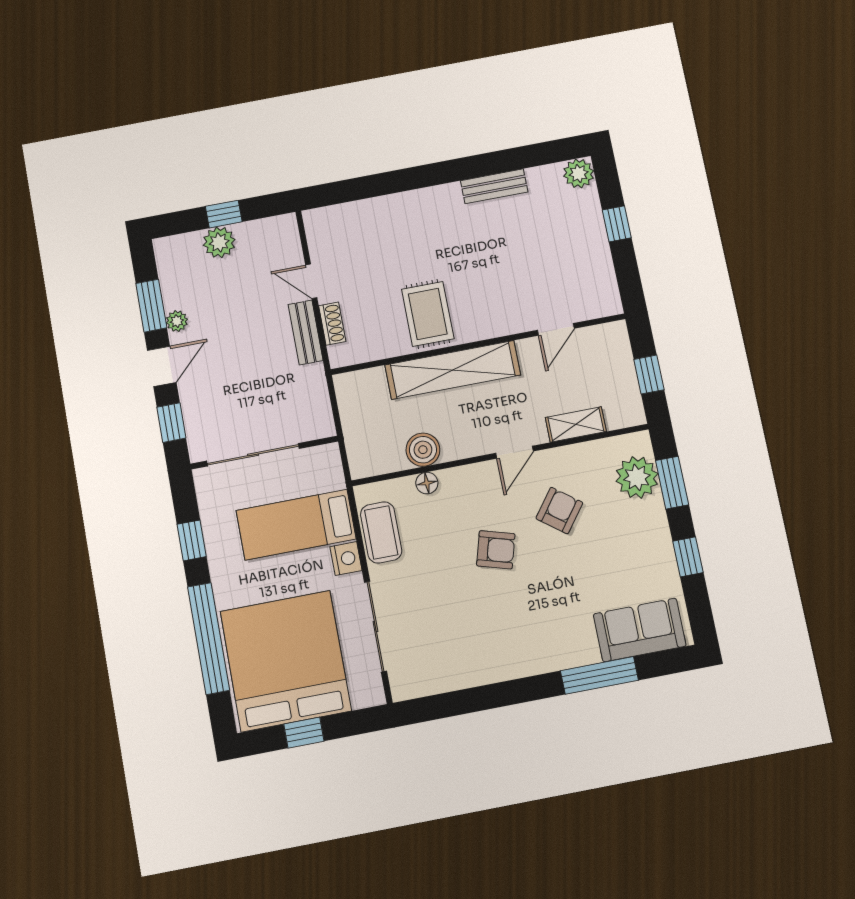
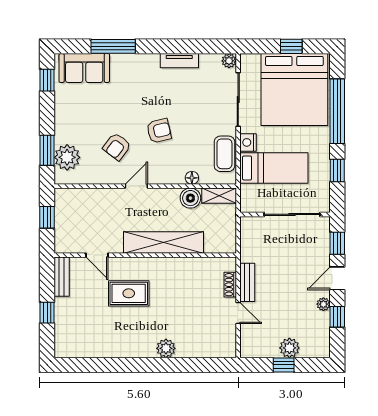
plant: (579, 173) -> (166, 348), moved
bench: (494, 186) -> (62, 277), moved, turned 90
window: (151, 306) -> (337, 317), width x0.67
rug: (428, 314) -> (129, 293), moved, turned 90
door: (556, 329) -> (97, 255), swing flipped
shelving: (576, 424) -> (219, 196), moved
armchair: (496, 550) -> (159, 131), turned 151
window: (688, 557) -> (47, 80), moved
tv unit: (485, 673) -> (179, 61), added
plant: (403, 688) -> (229, 61), added

